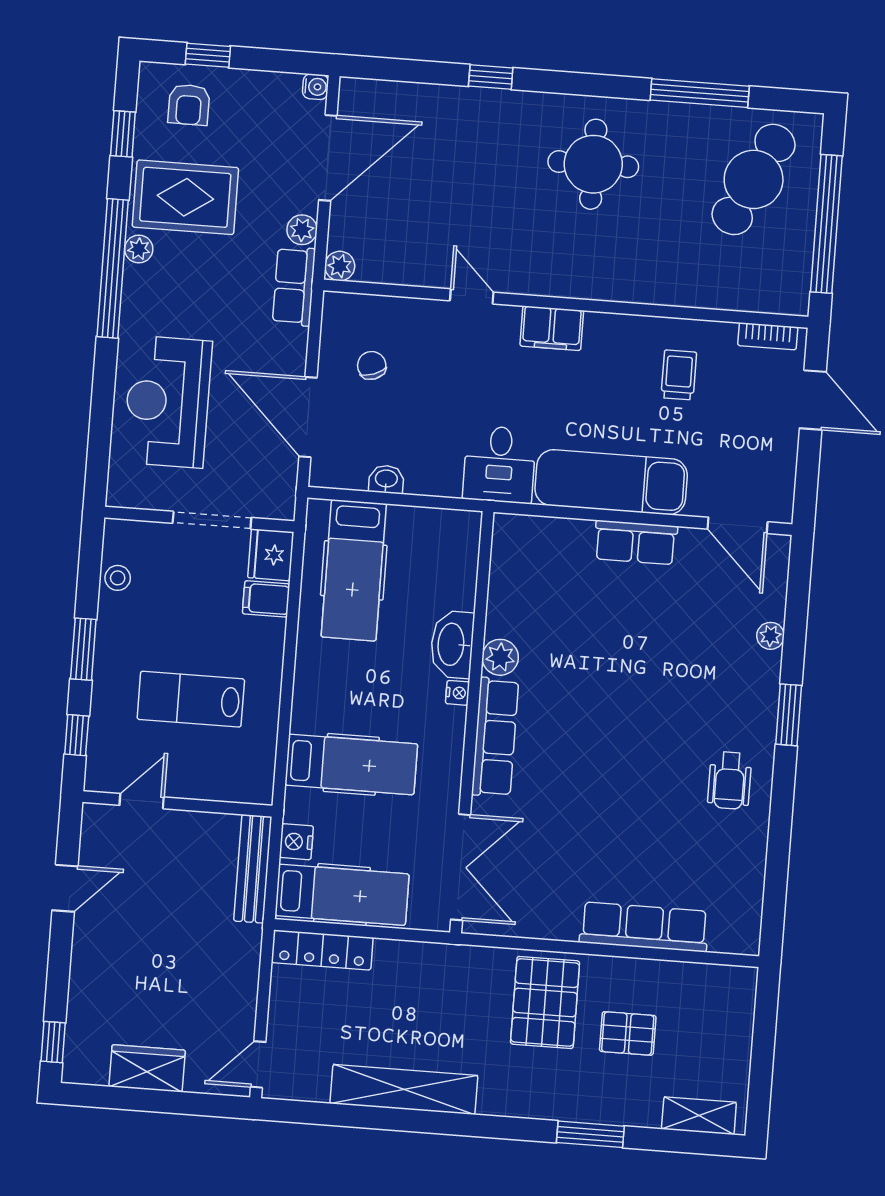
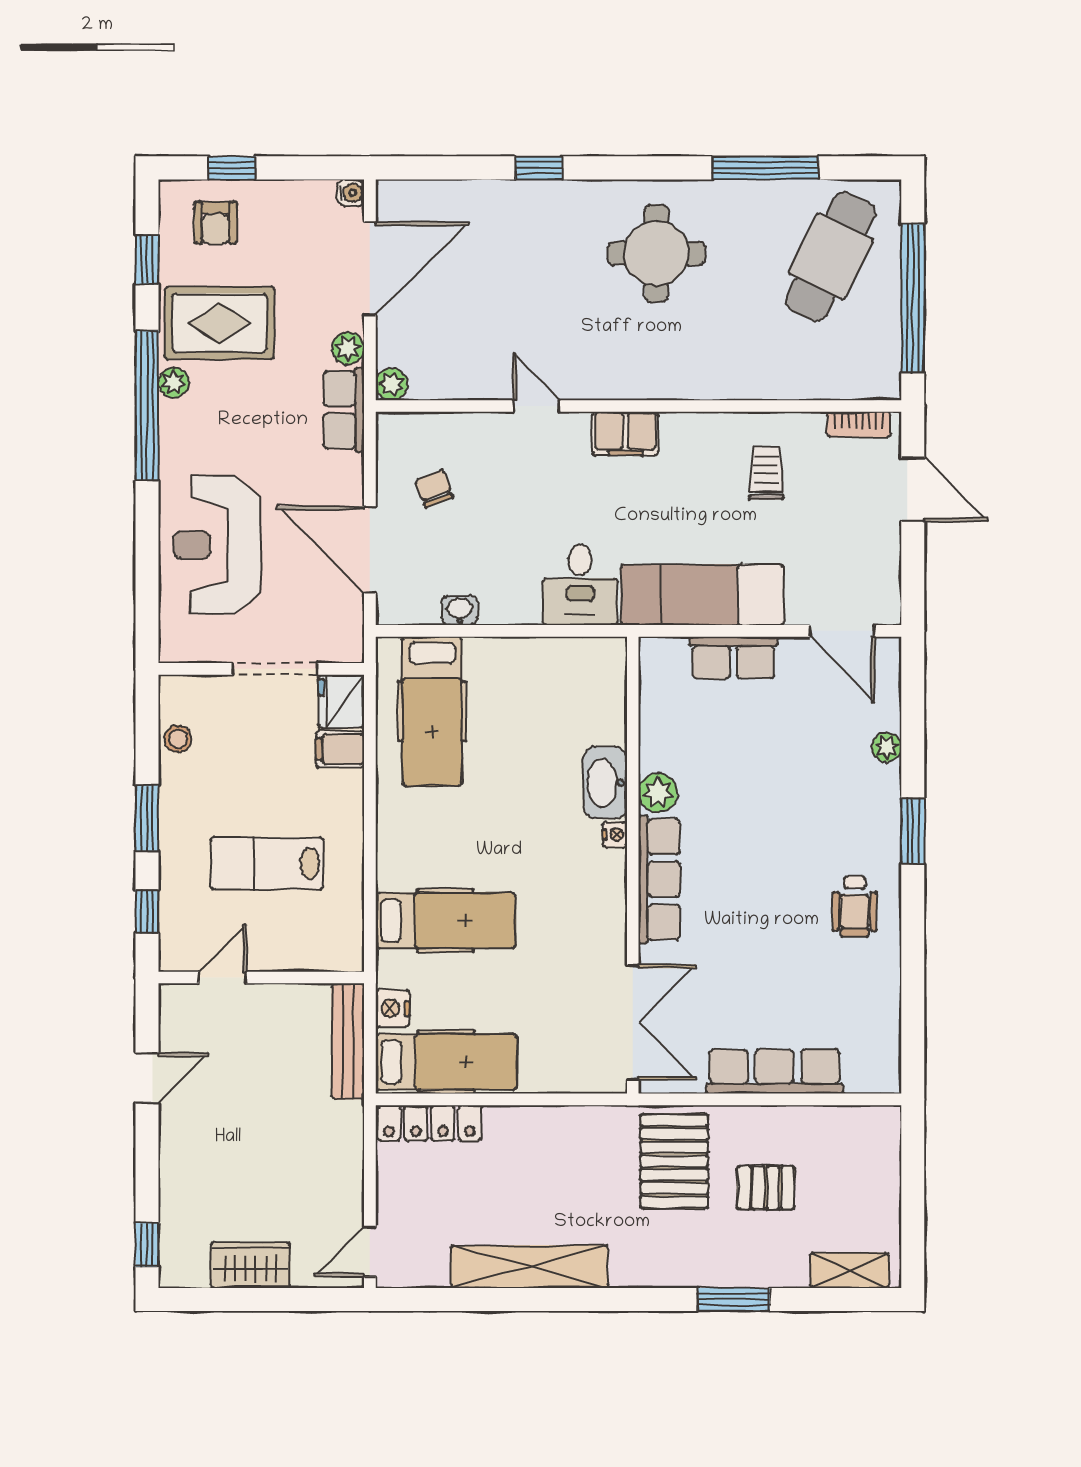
washbasin: (452, 644) -> (605, 783), moved
plant: (500, 657) -> (658, 793), moved
nightstand: (458, 693) -> (615, 835), moved
wall: (472, 722) -> (633, 865), moved
row of seats: (495, 737) -> (659, 879), moved
double door: (461, 867) -> (633, 1022), moved

